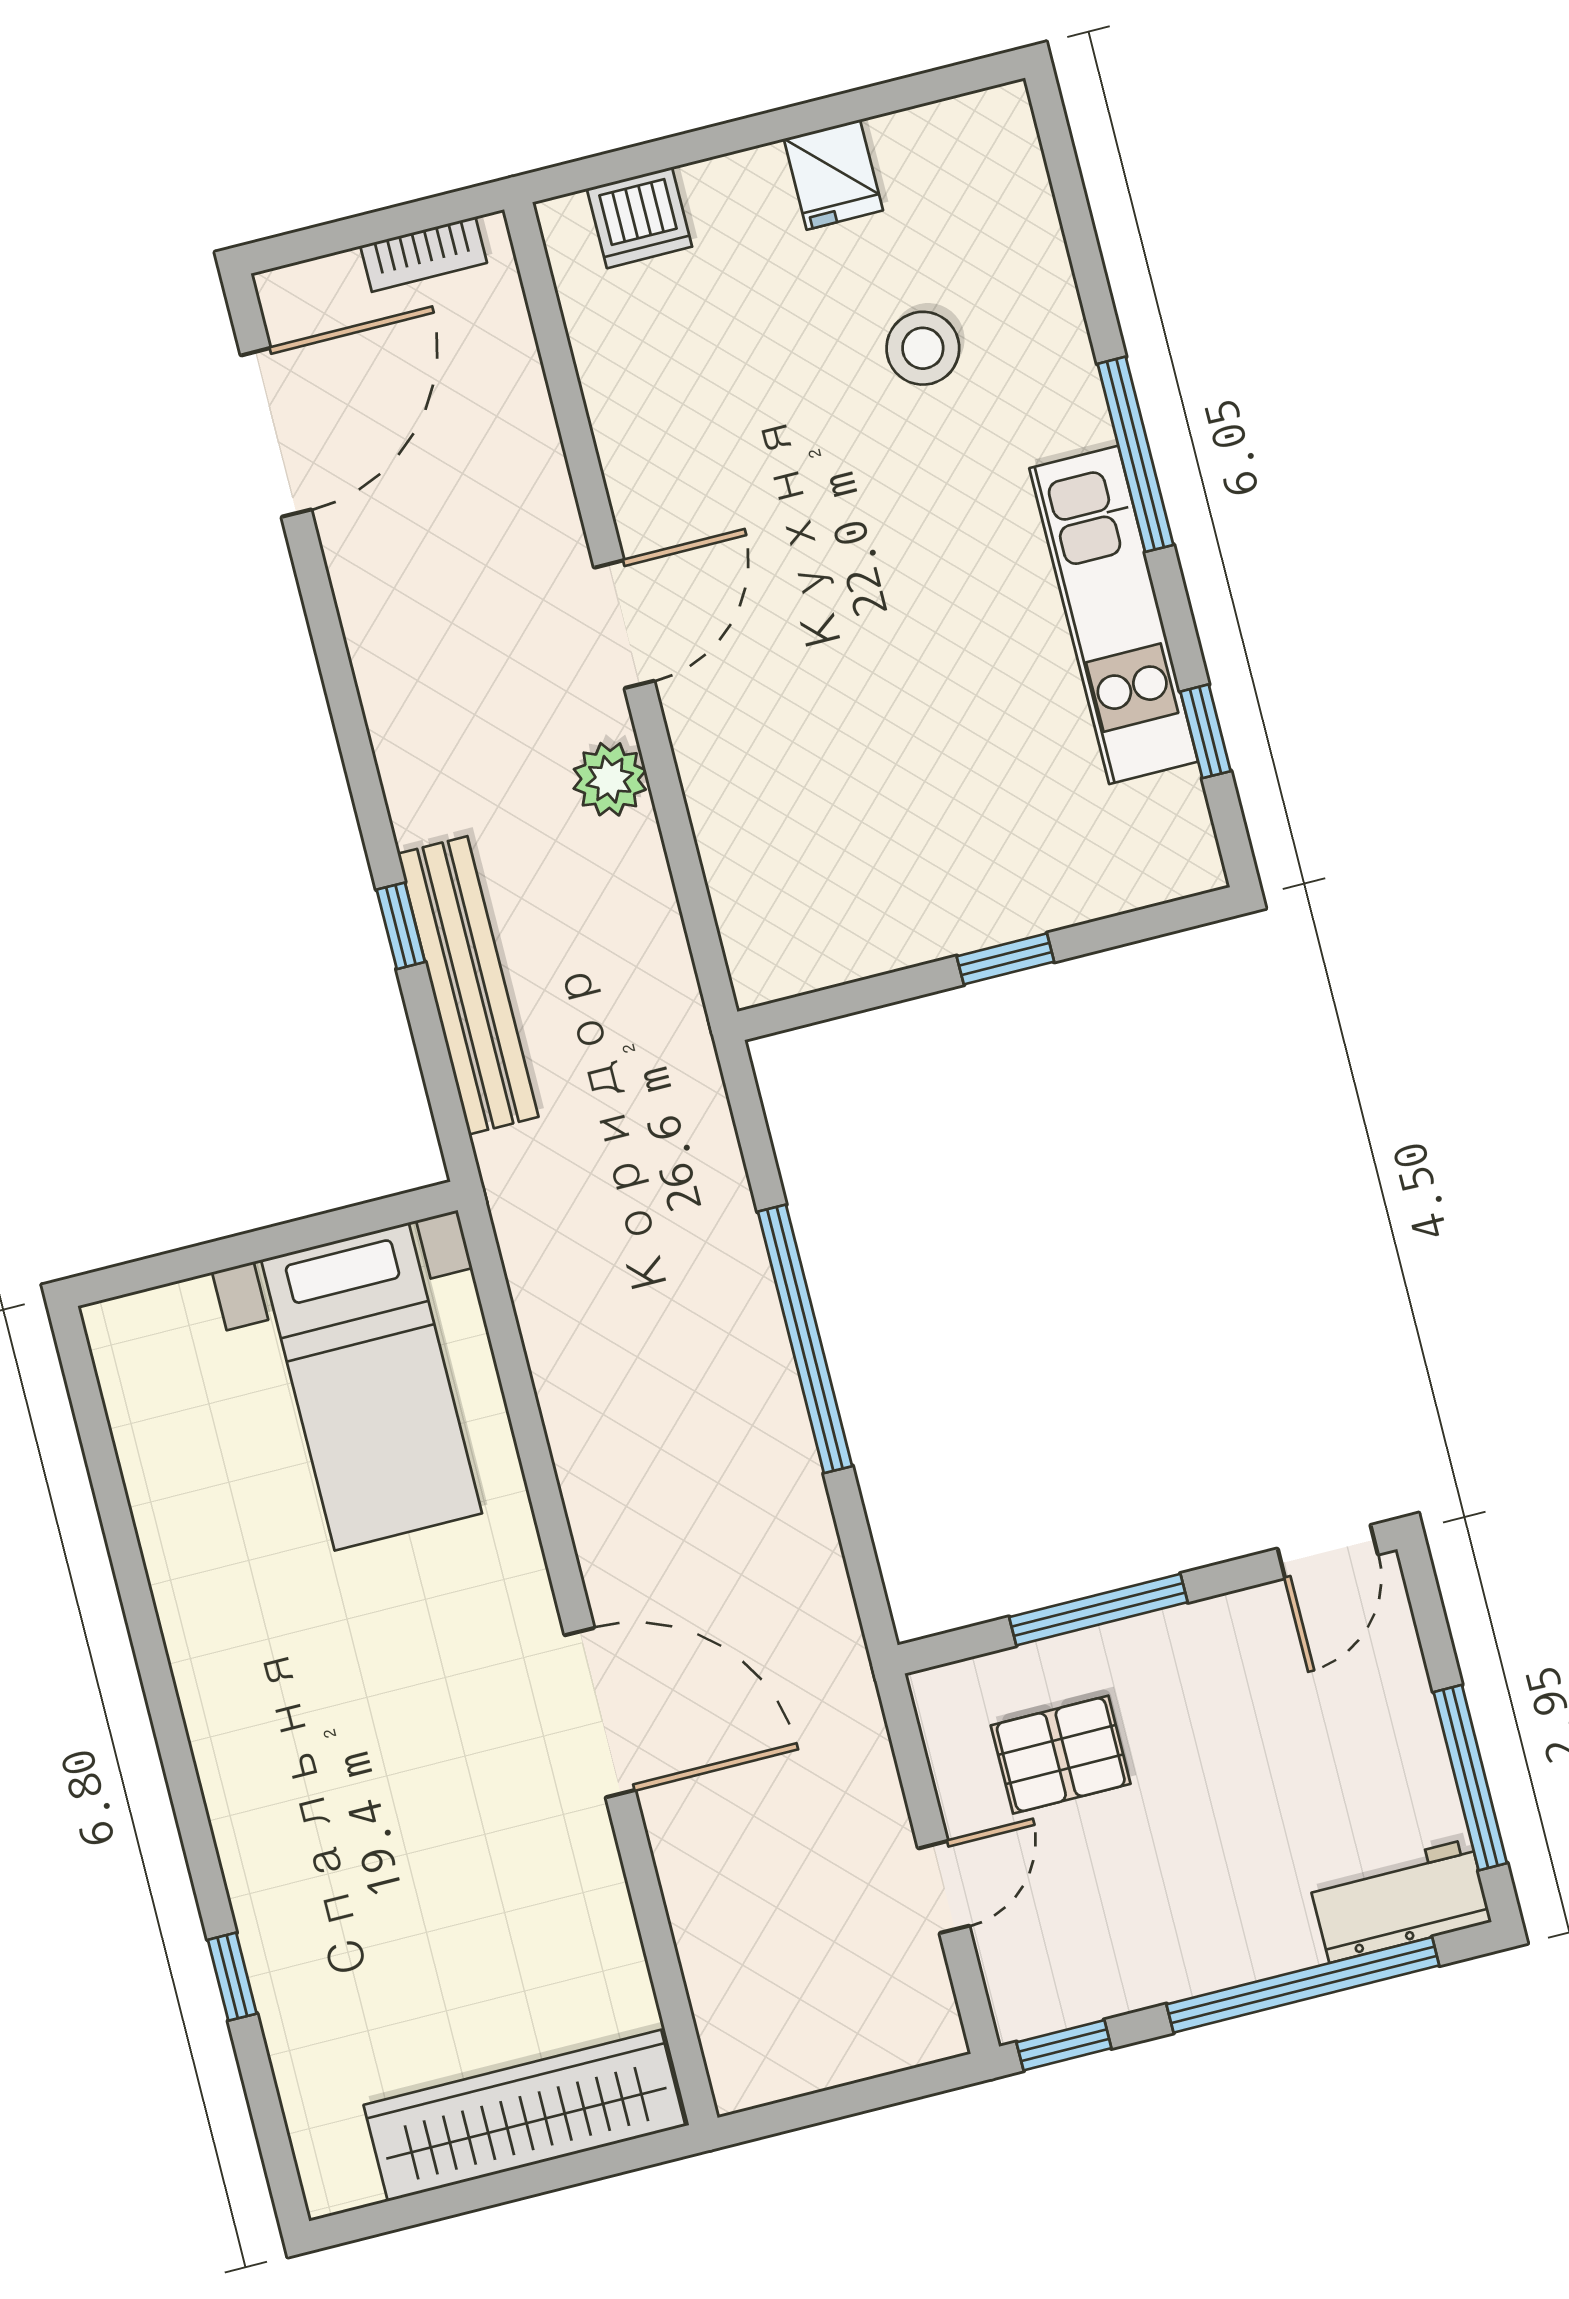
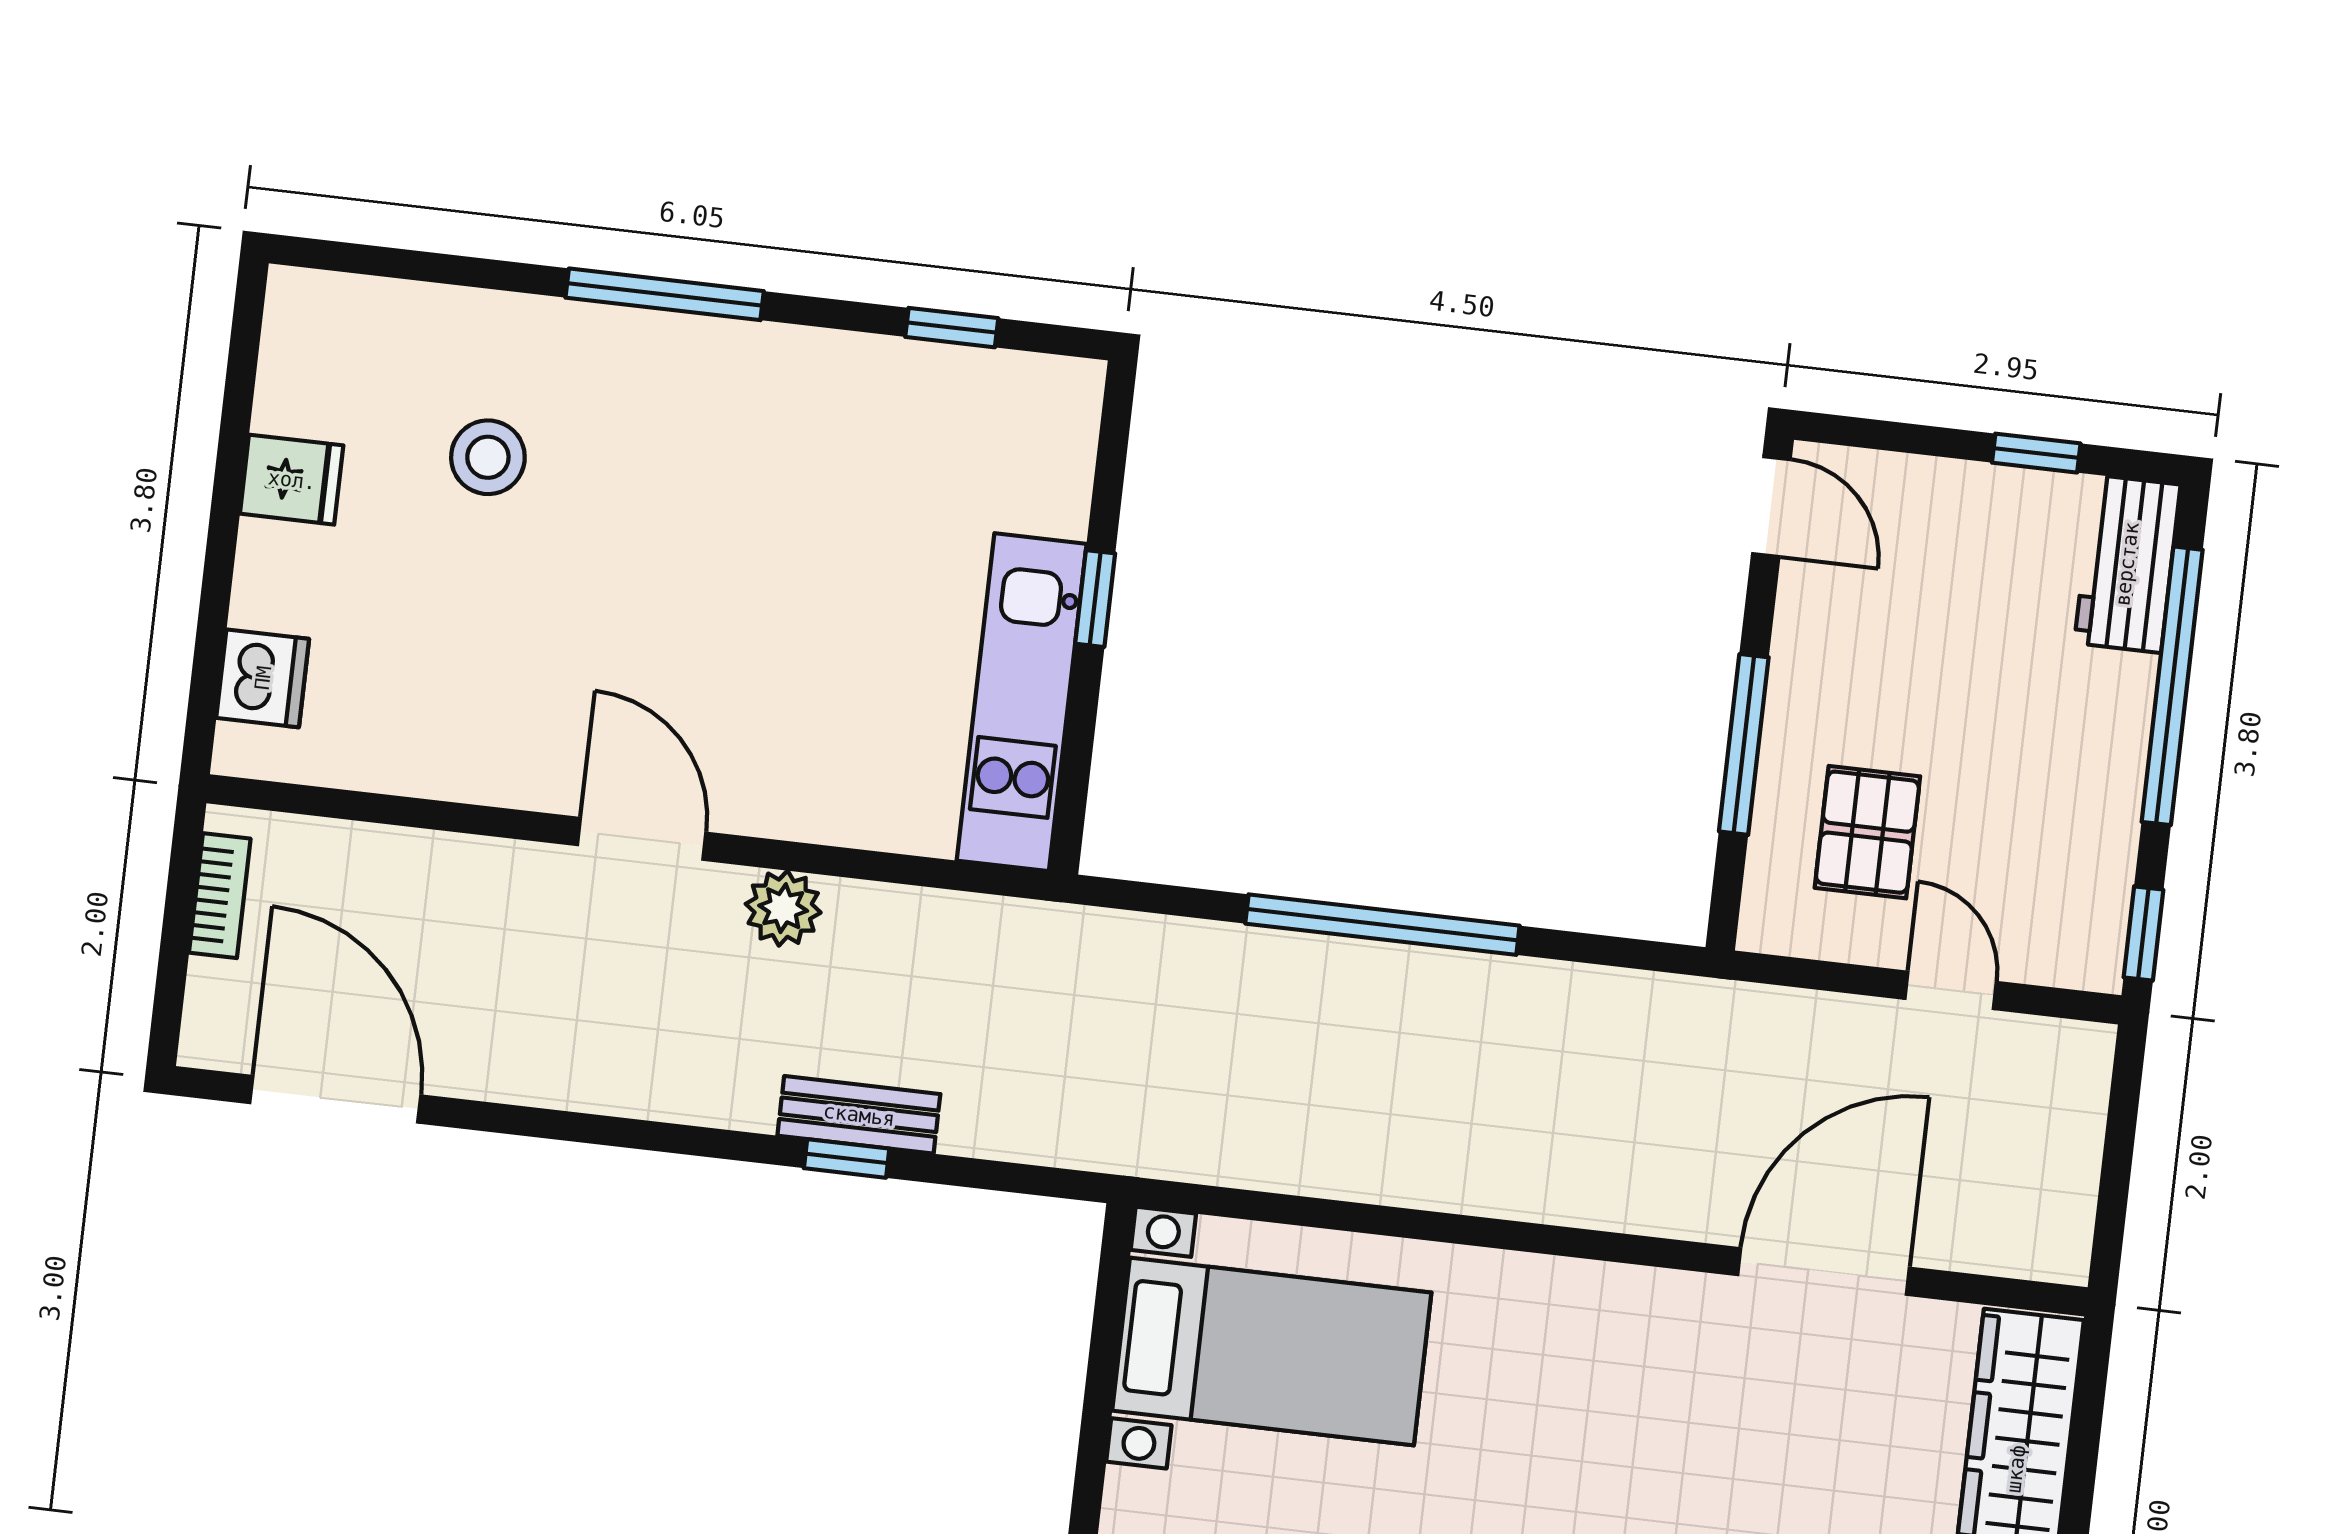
kitchen unit: (1114, 615) -> (1022, 702), moved, turned 90
bench: (468, 985) -> (859, 1115), width x0.54, depth x0.82
door: (600, 1713) -> (1823, 1271), moved
window: (1470, 1778) -> (2036, 453), width x0.46

